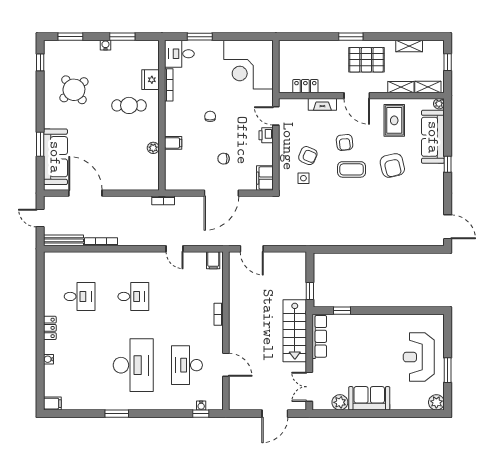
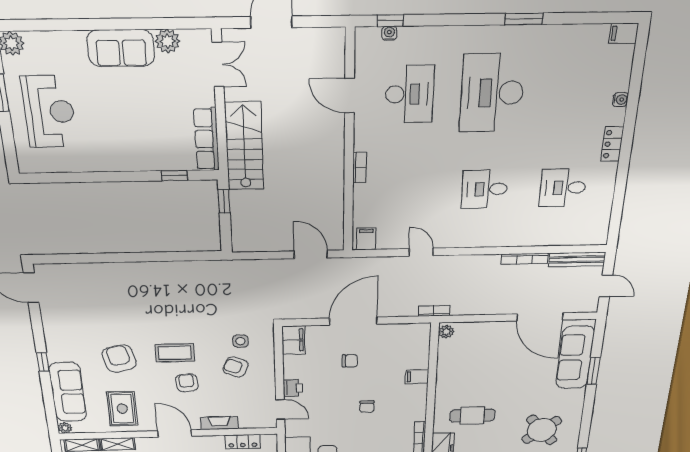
plant: (153, 148) -> (446, 332), moved

